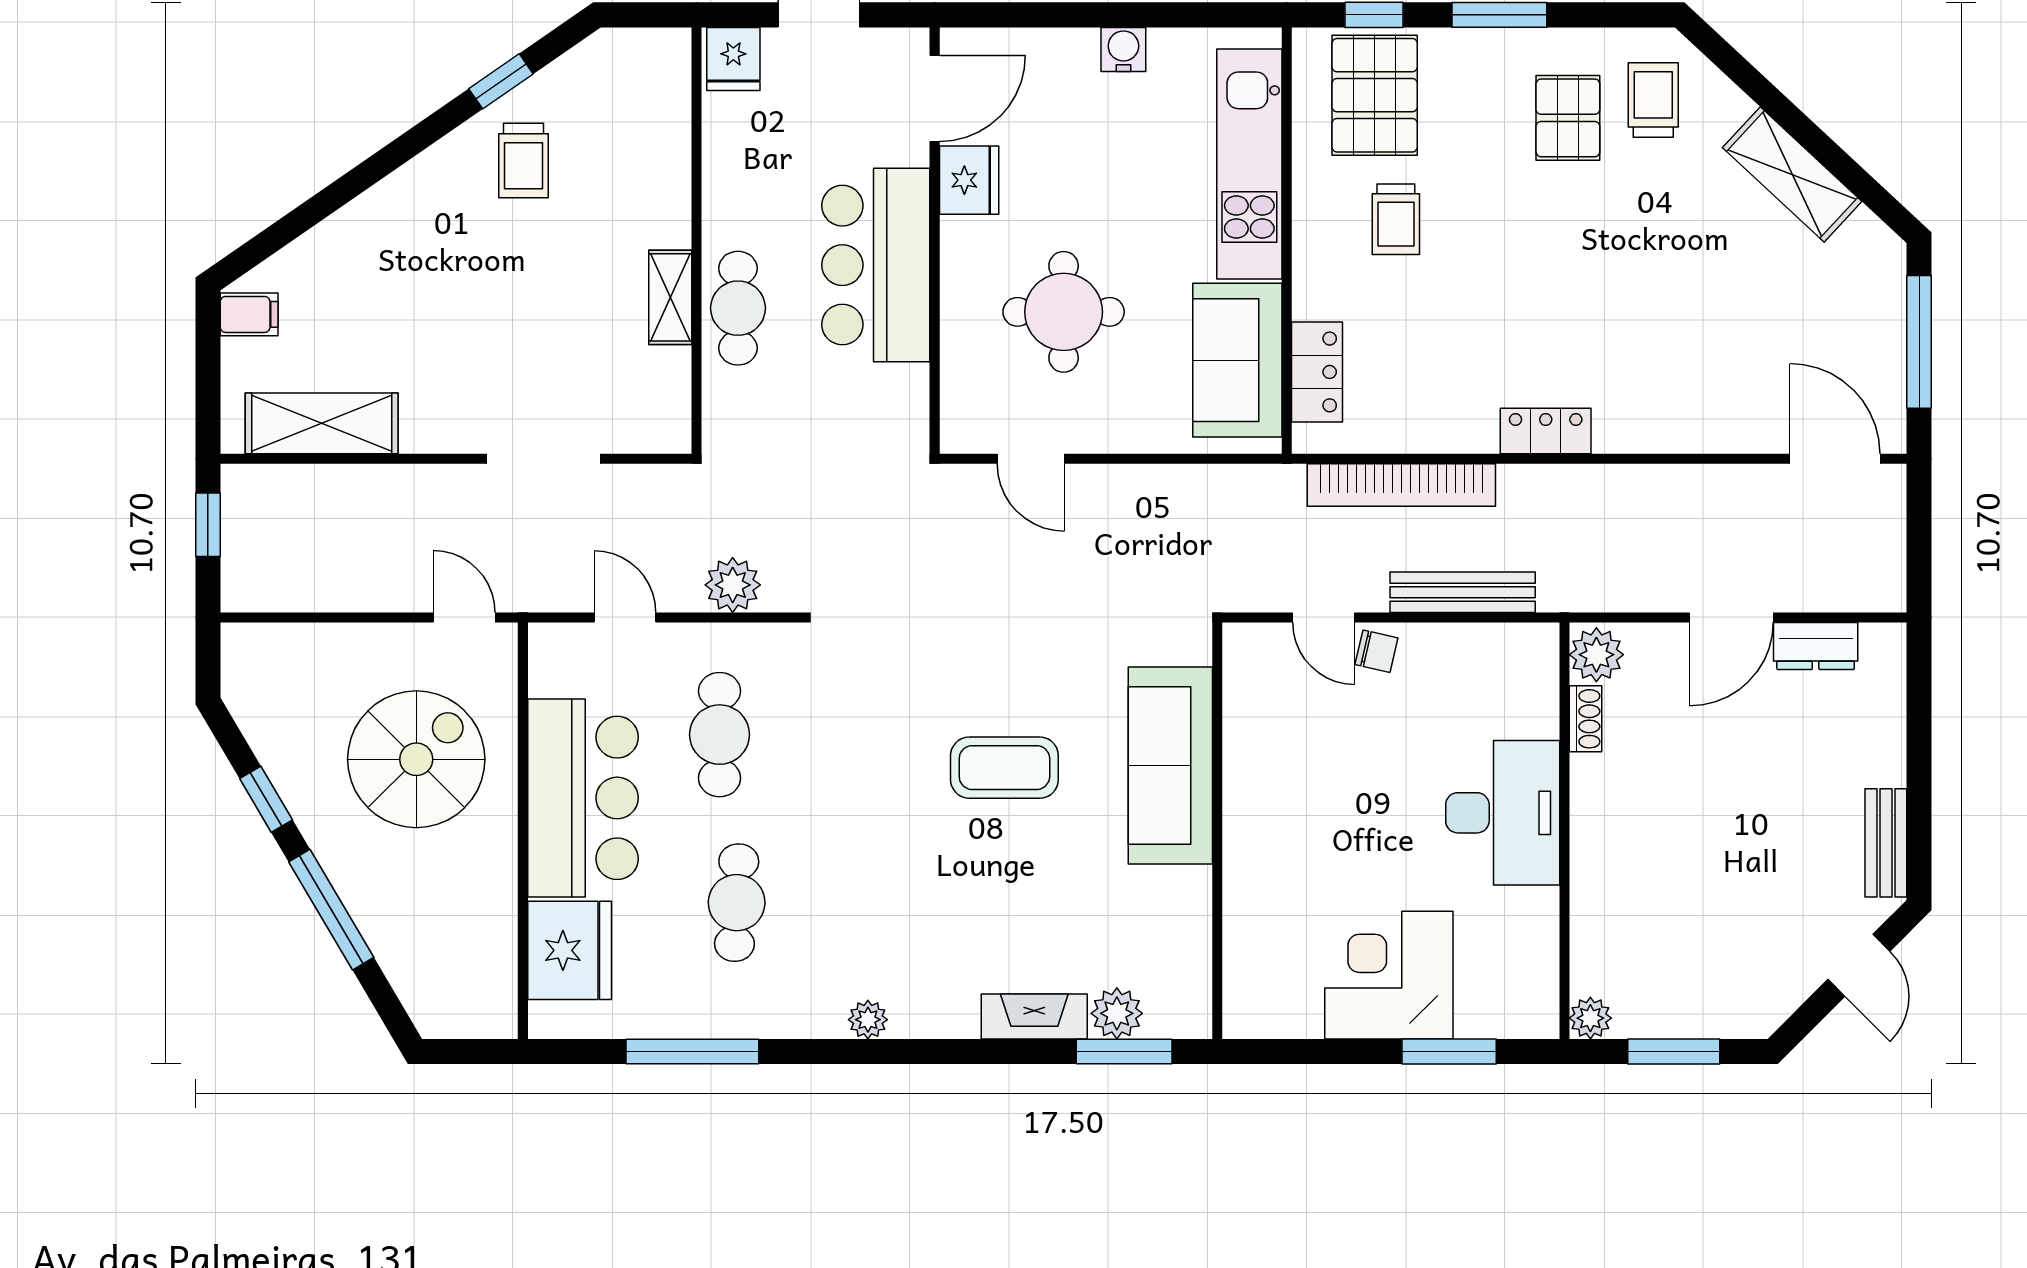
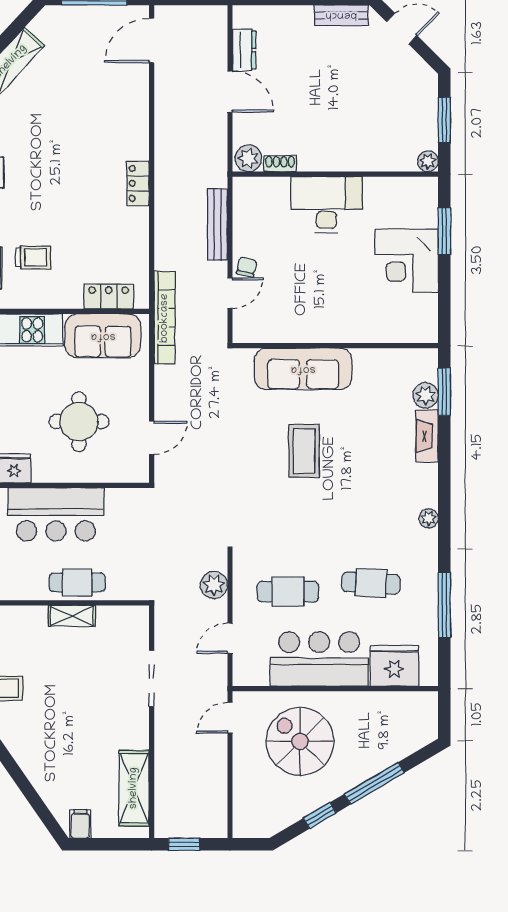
bookcase: (1401, 485) -> (165, 318), moved

